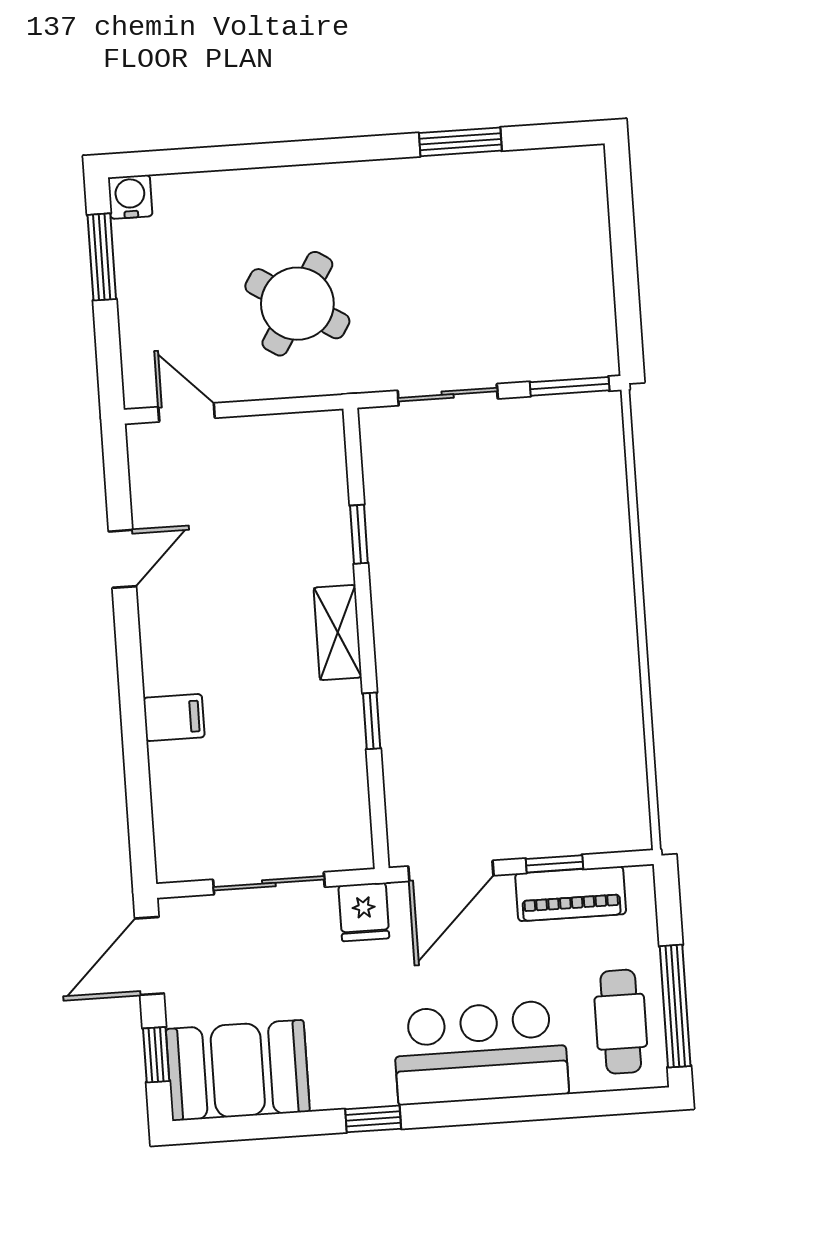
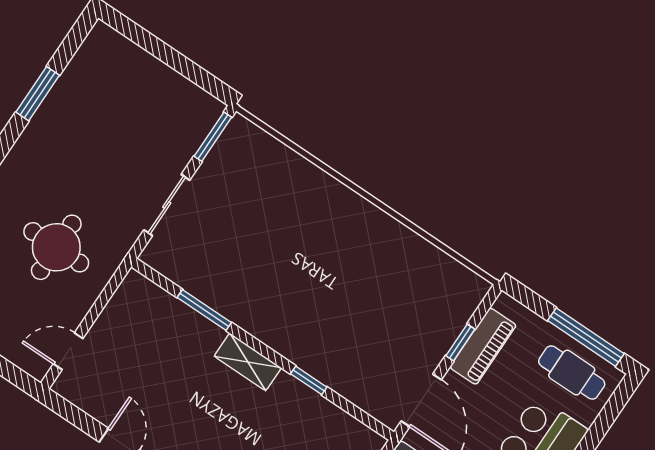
round table: (297, 304) -> (56, 247), turned -32
window: (359, 534) -> (204, 310), width x1.50

